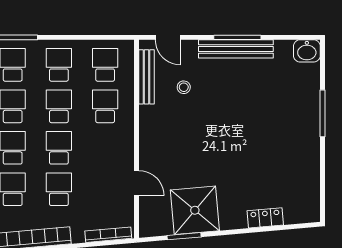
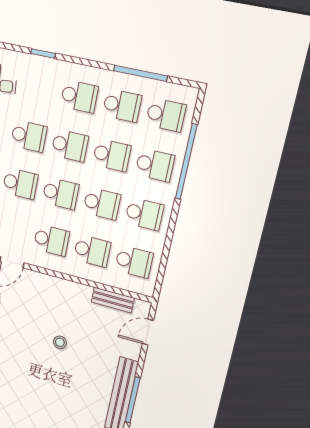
bench: (146, 77) -> (113, 300), width x0.73
stool: (184, 87) -> (60, 342), moved
school desk: (105, 148) -> (51, 240), added

